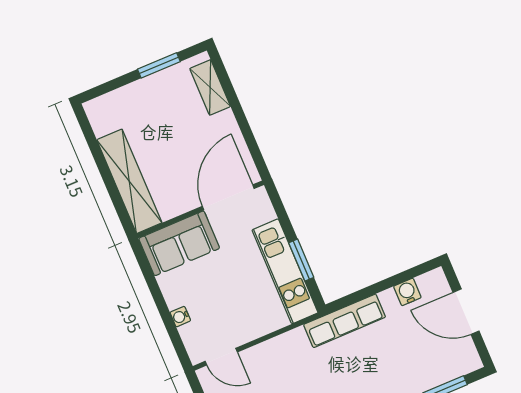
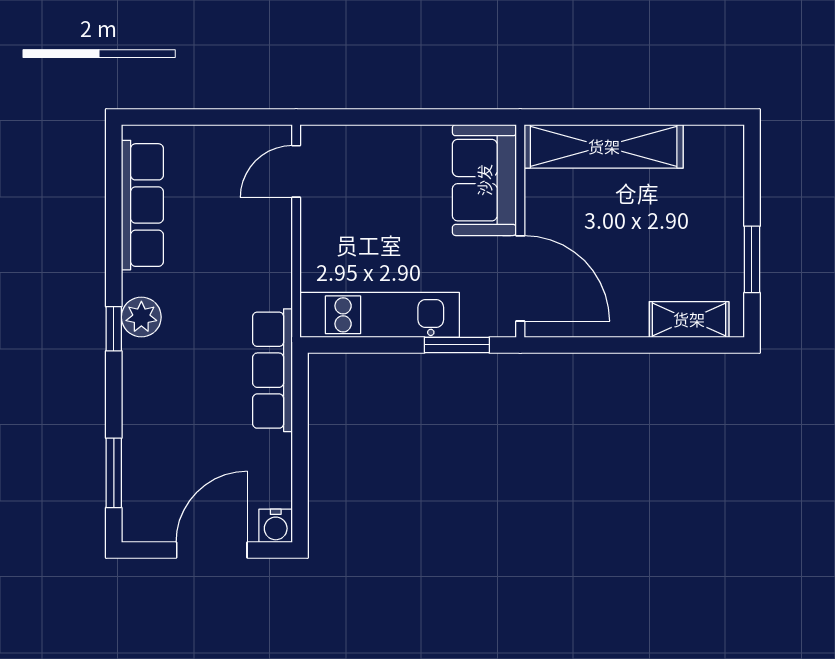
window: (301, 260) -> (457, 345), moved
water cooler: (407, 292) -> (276, 526), moved, turned 90
water cooler: (180, 317) -> (379, 137), removed

